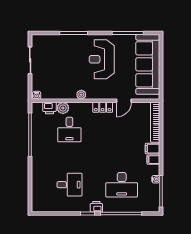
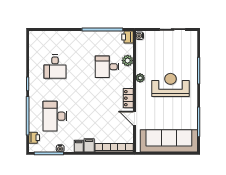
reception desk: (102, 59) -> (170, 85), moved
printer: (50, 108) -> (128, 37), moved
printer: (96, 207) -> (34, 138), moved

